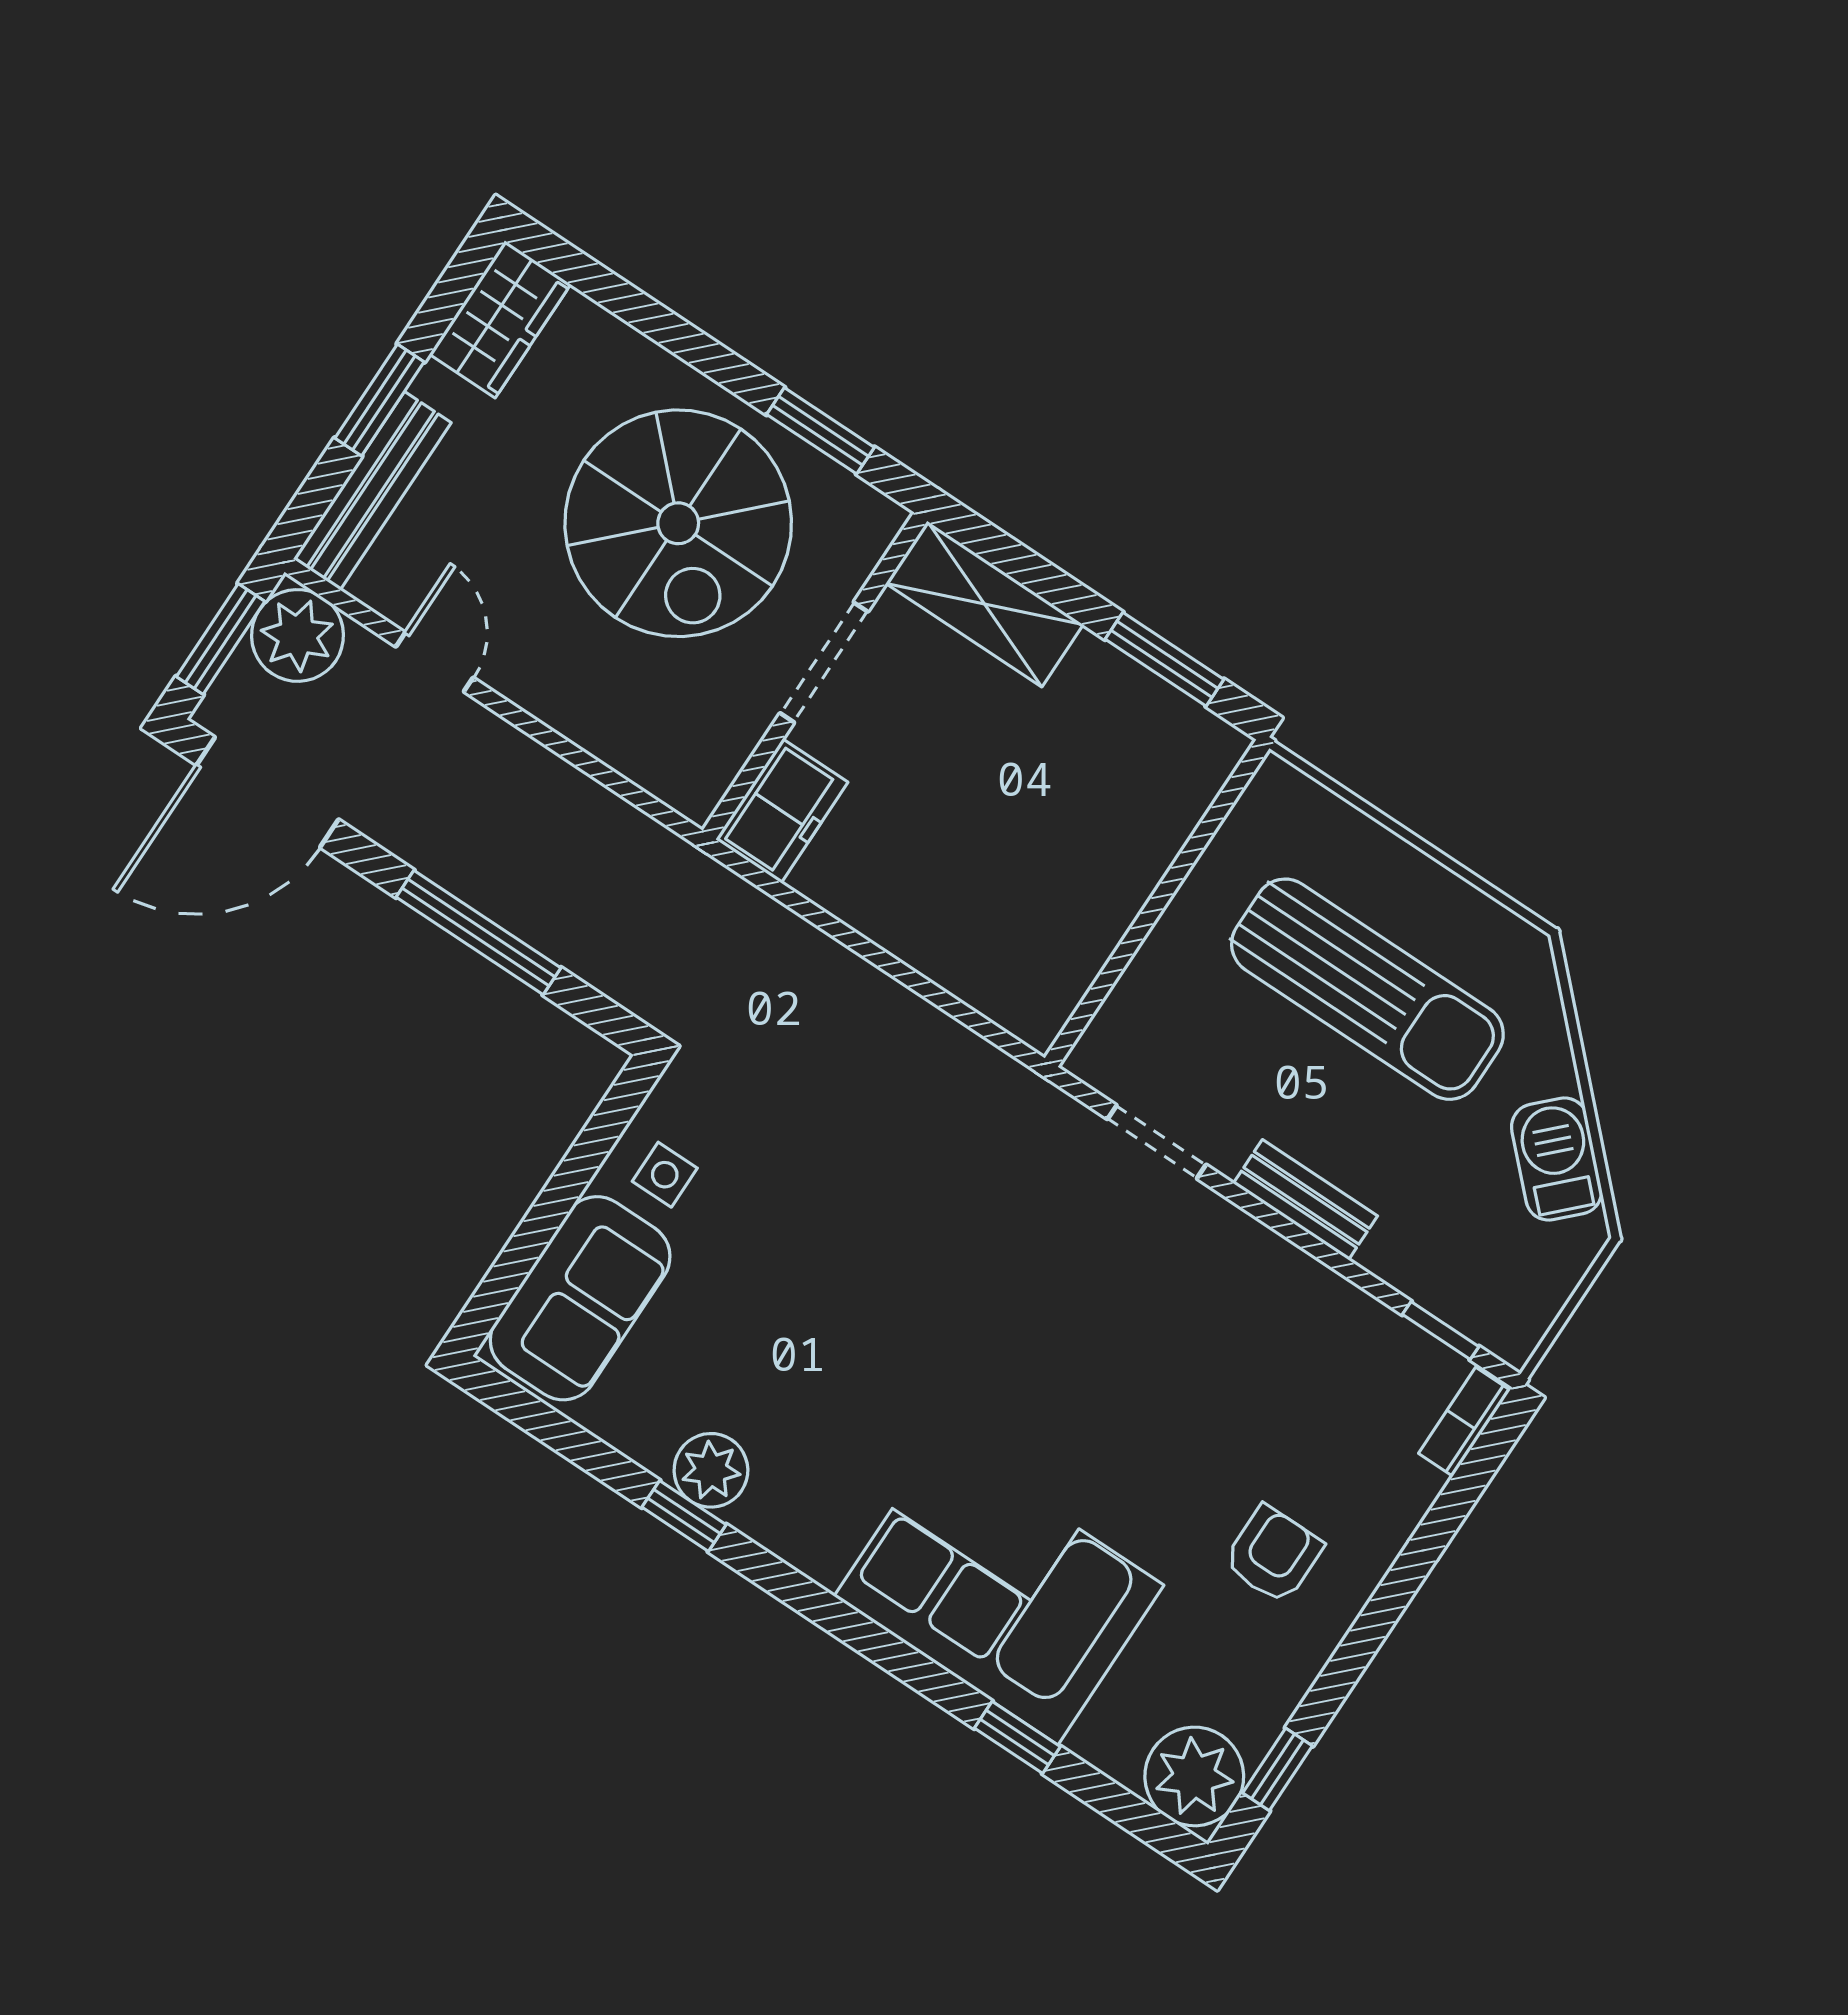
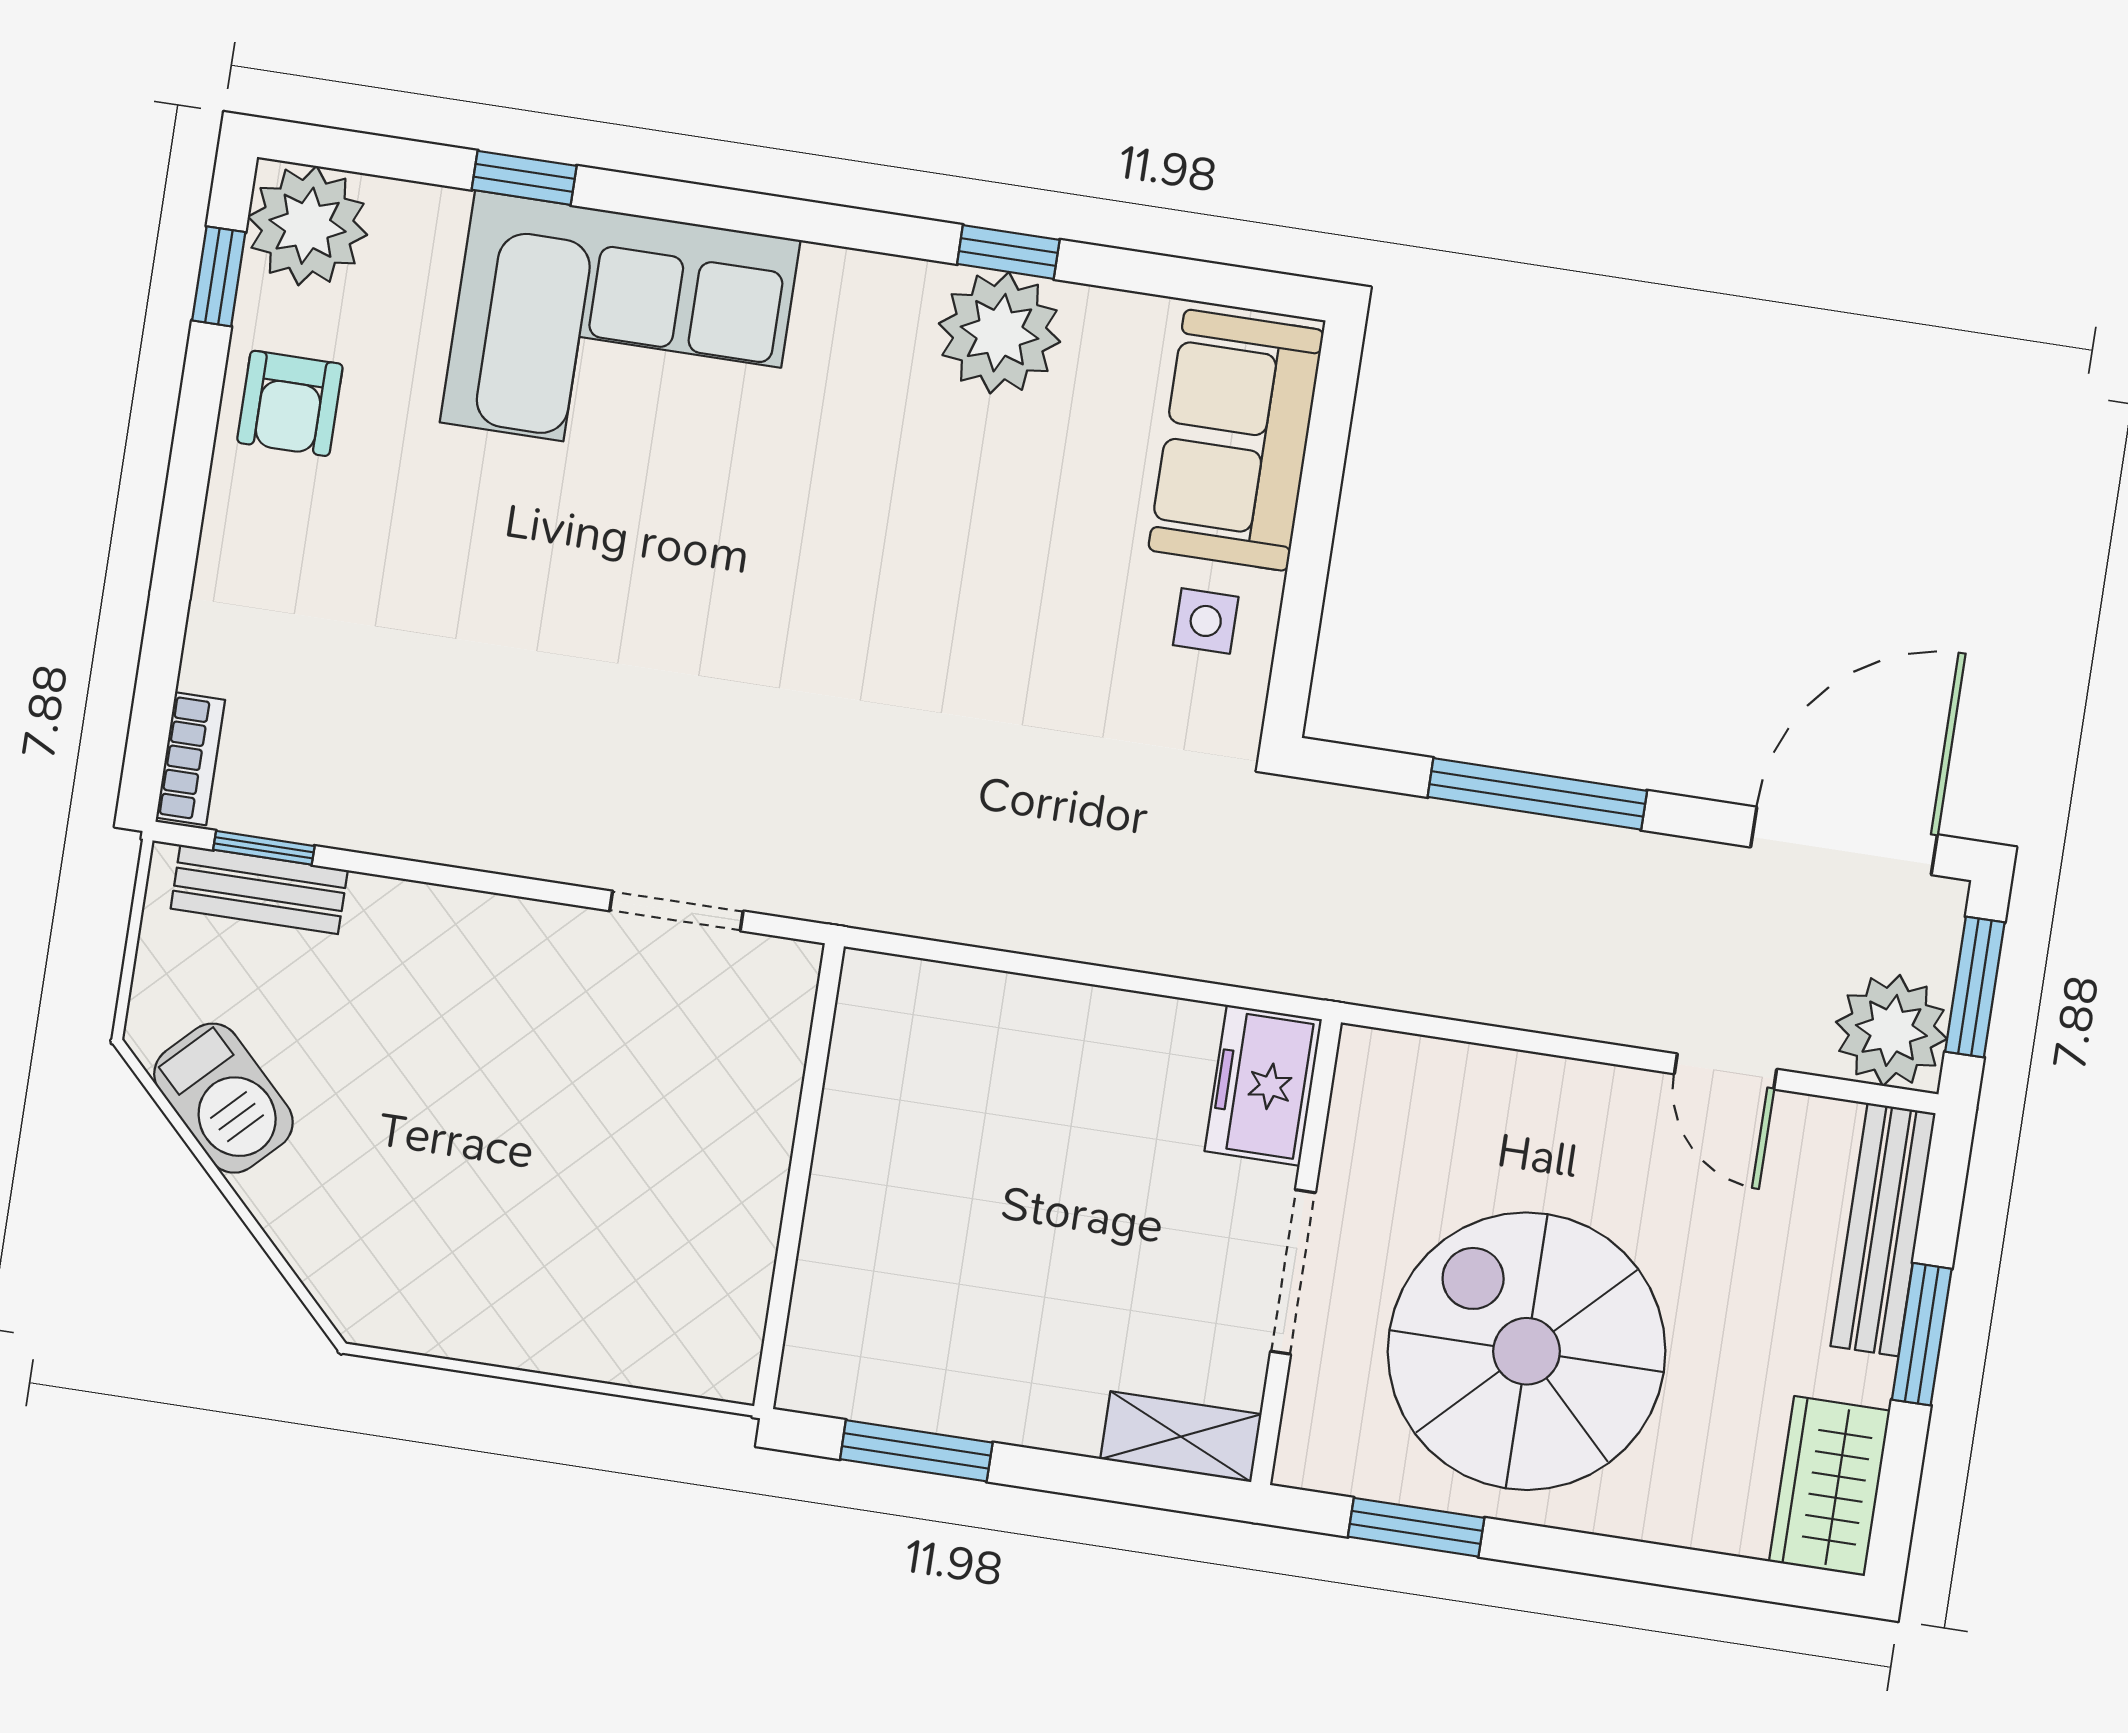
shelving: (985, 604) -> (1181, 1437), width x0.67, depth x0.75
sun lounger: (1367, 989) -> (521, 1189), removed
bench: (1305, 1200) -> (259, 889), moved
plant: (711, 1470) -> (1000, 333), width x1.36, depth x1.36
armchair: (1273, 1554) -> (290, 403), moved

